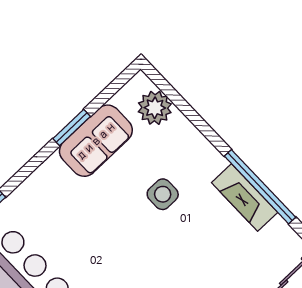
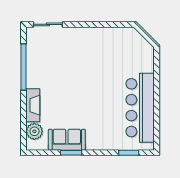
side table: (163, 194) -> (61, 98), removed
fireplace: (245, 197) -> (33, 105), moved

